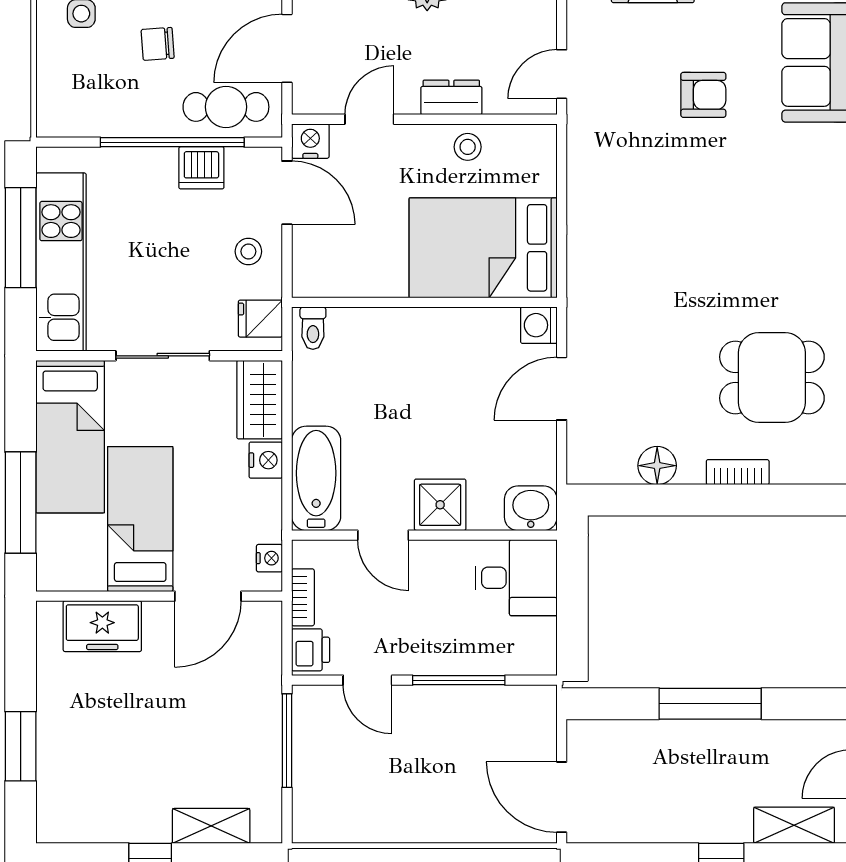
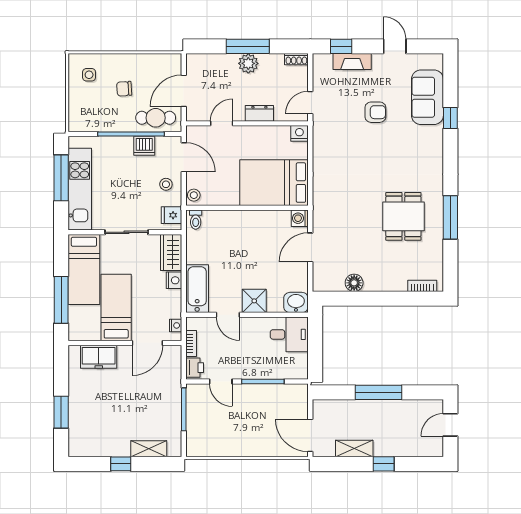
nightstand: (310, 141) -> (299, 133), moved
stool: (468, 147) -> (194, 195), moved
dining table: (772, 377) -> (403, 216), moved, turned 90
bookcase: (738, 472) -> (422, 286), moved
shelving: (794, 825) -> (354, 448), moved

